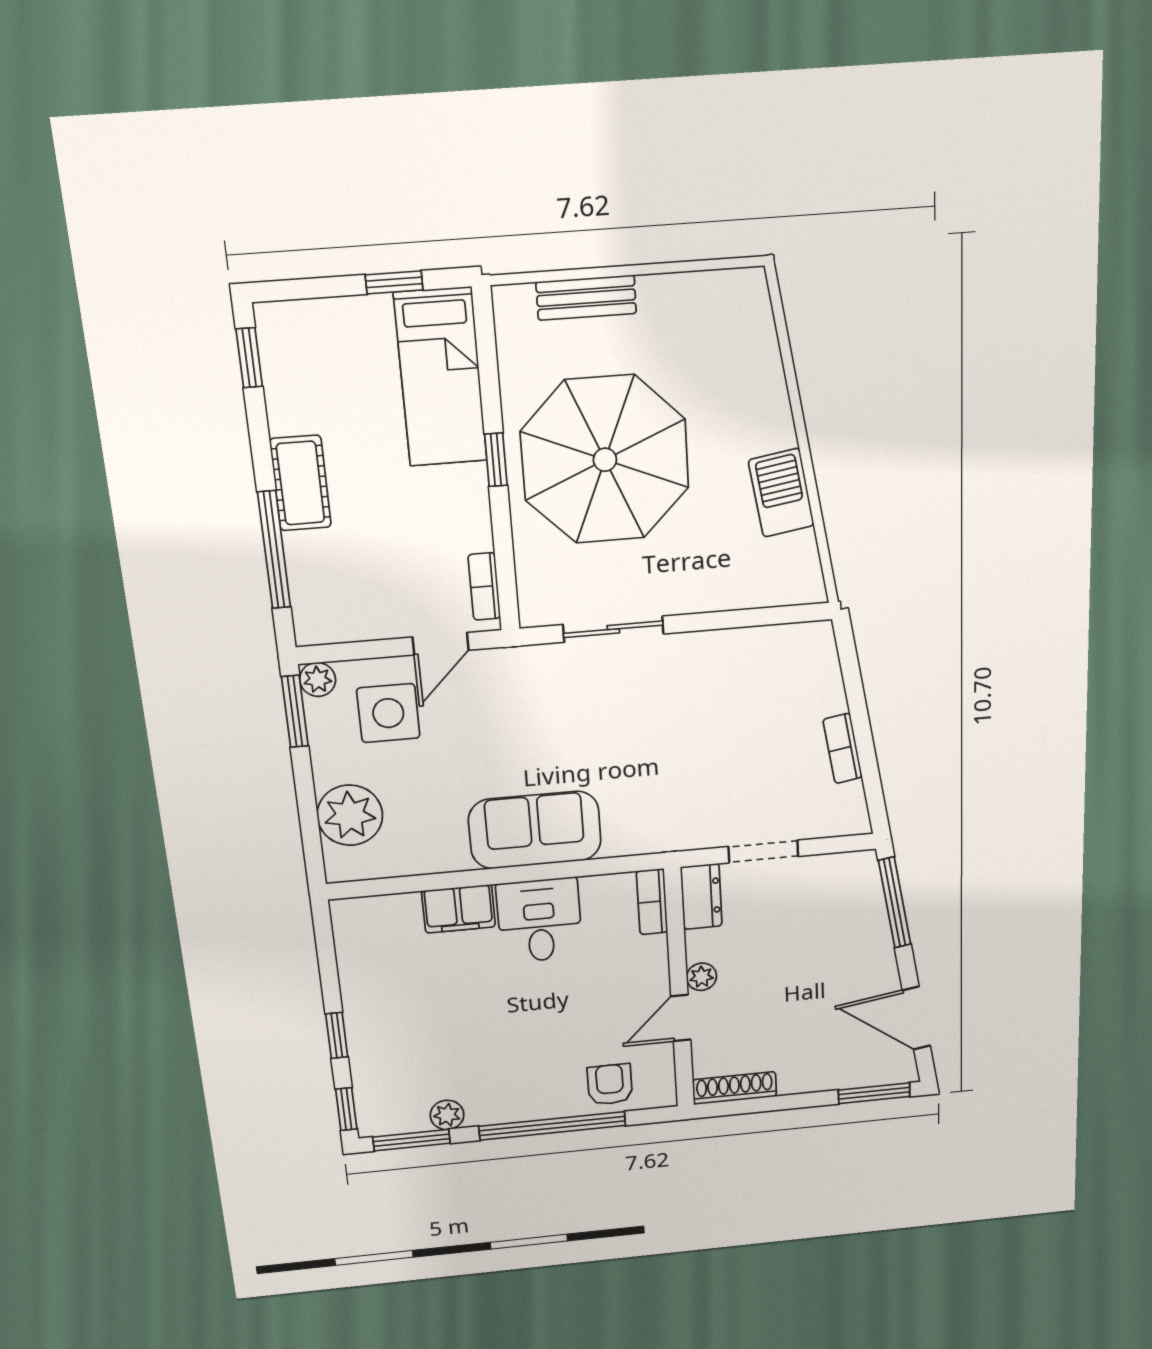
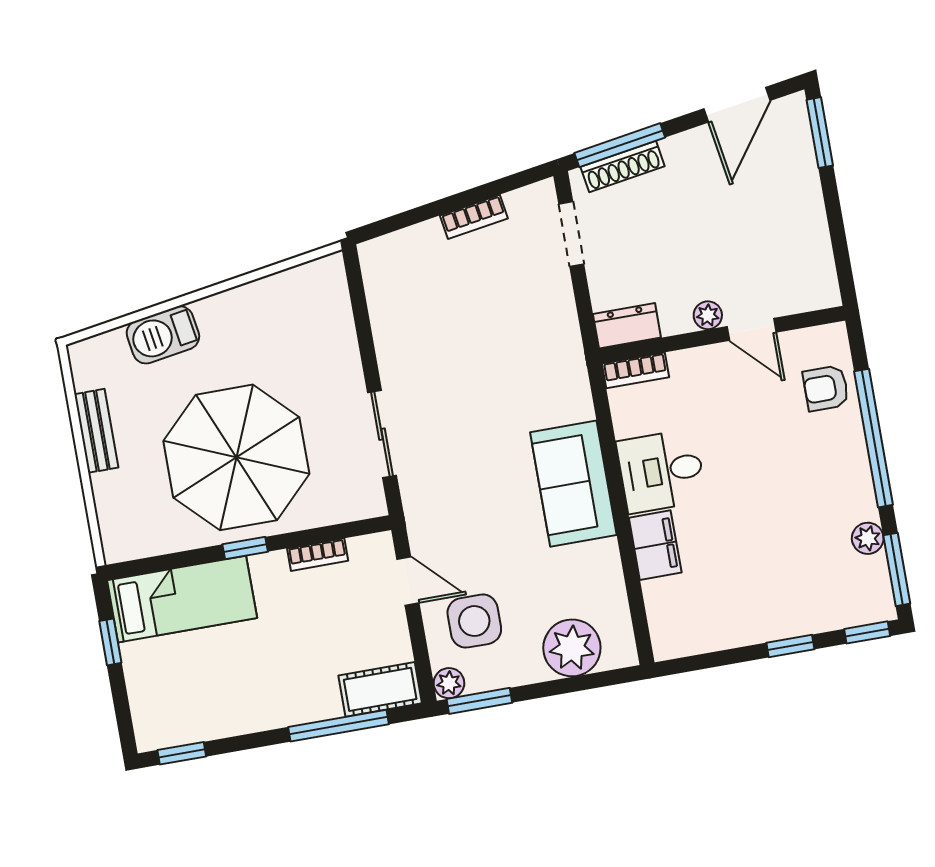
bench: (586, 298) -> (96, 431), moved
cot: (300, 483) -> (380, 689), moved
barbecue: (781, 493) -> (163, 335), moved
bookcase: (484, 586) -> (318, 555), moved
doorway: (763, 852) -> (571, 234), moved
shoe rack: (734, 1088) -> (623, 166), moved, turned -99

